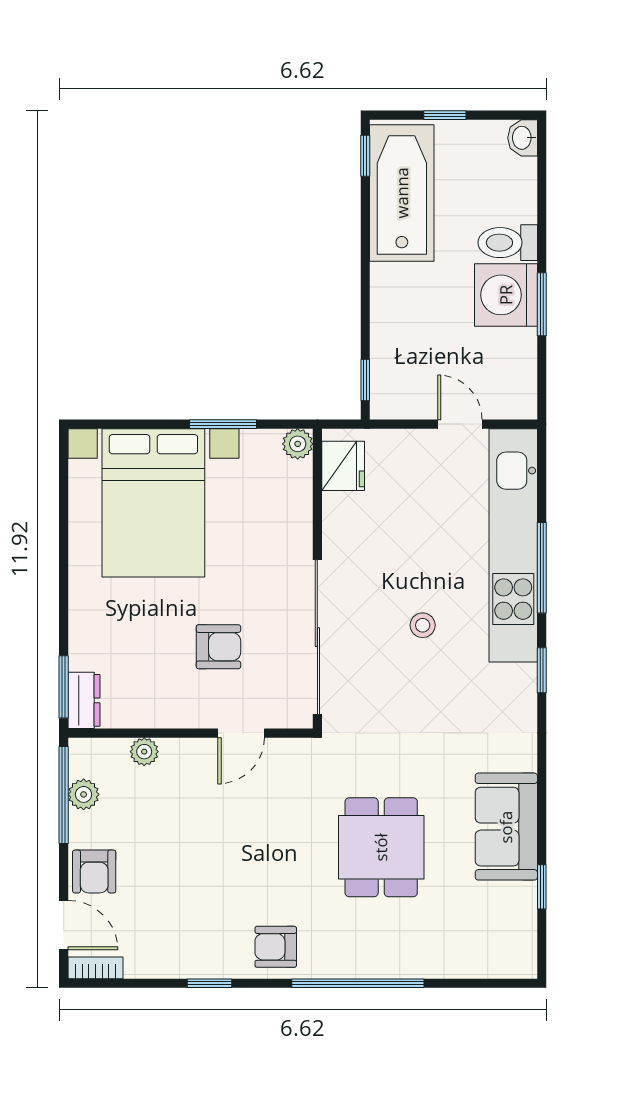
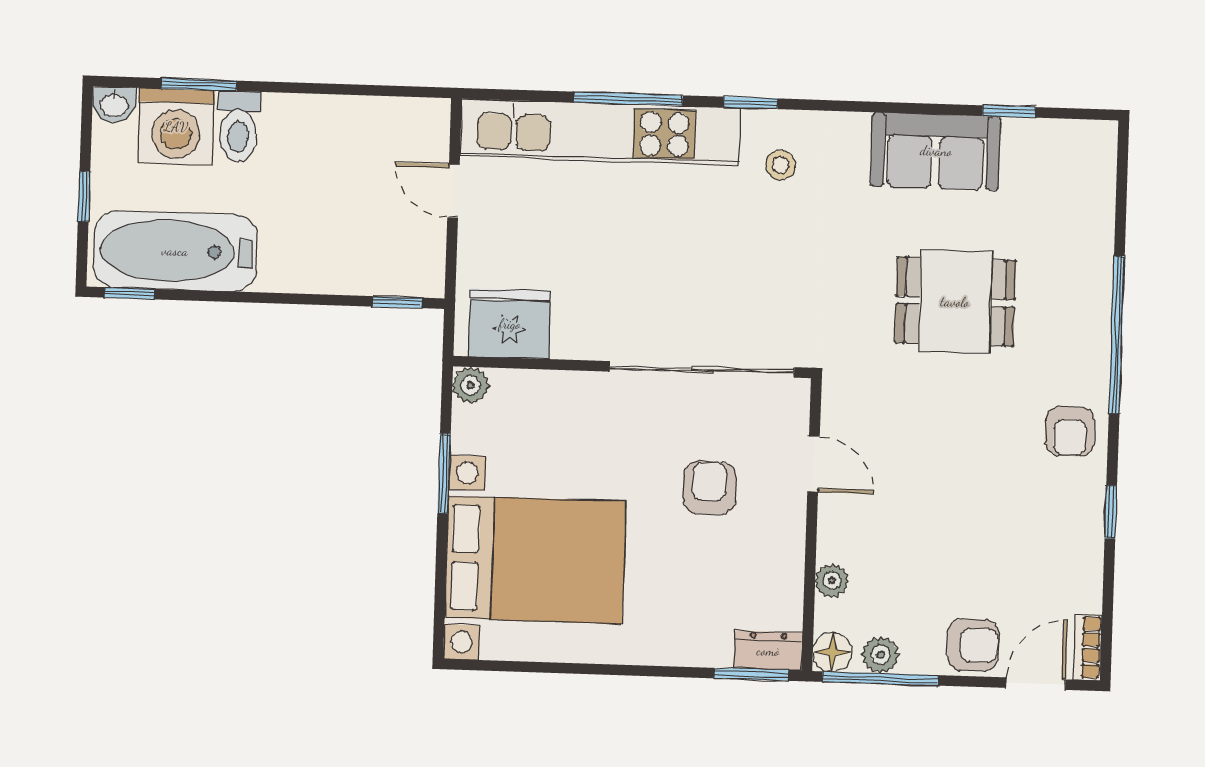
washing machine: (506, 295) -> (176, 127), moved
window: (542, 304) -> (199, 85), moved
door: (460, 424) -> (453, 191), hinge flipped
fridge: (343, 466) -> (510, 324), width x1.36, depth x1.34
stool: (423, 625) -> (781, 165), moved
floor lamp: (84, 754) -> (832, 652), added

